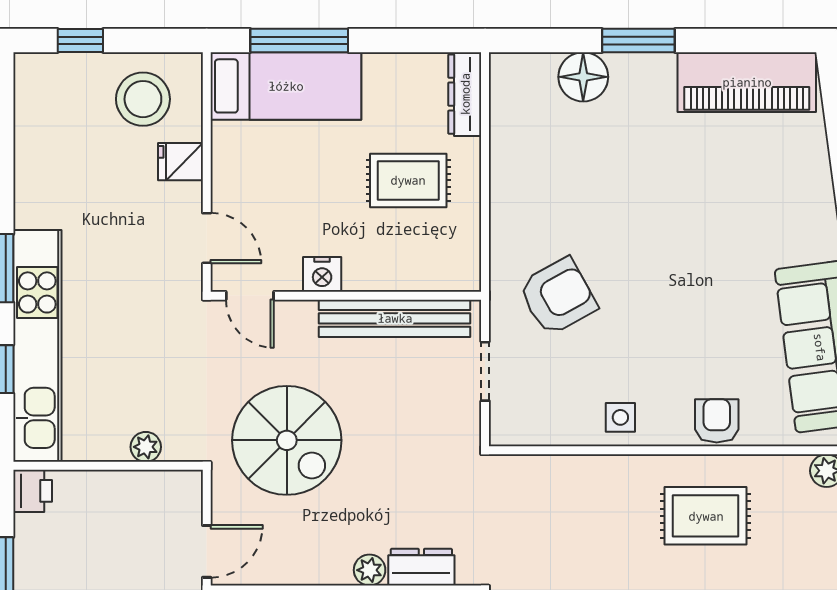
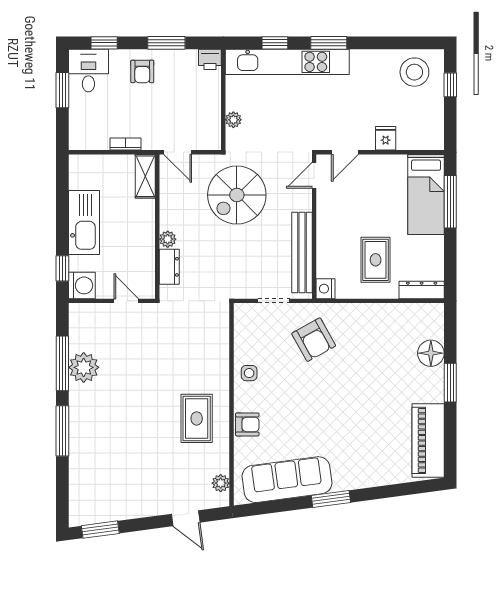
stool: (143, 99) -> (414, 72), moved
nightstand: (322, 274) -> (325, 289), moved

